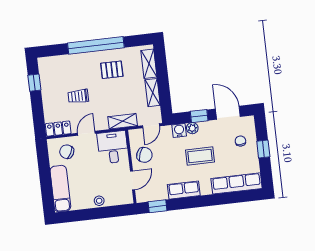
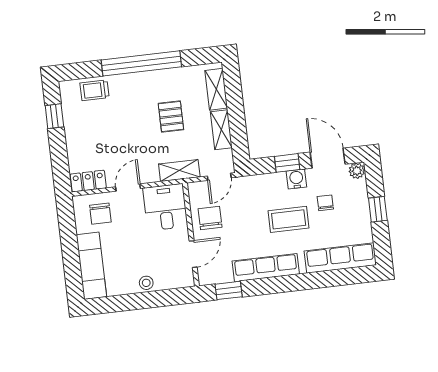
pallet: (112, 70) -> (171, 117), moved, turned 90
trolley: (78, 96) -> (95, 90), moved
plant: (192, 128) -> (357, 171), moved
water cooler: (179, 130) -> (296, 179), moved
chair: (240, 141) -> (325, 203), moved
chair: (67, 152) -> (100, 214), turned -117
chair: (144, 155) -> (210, 218), turned -111
row of seats: (184, 190) -> (266, 268), width x1.48

